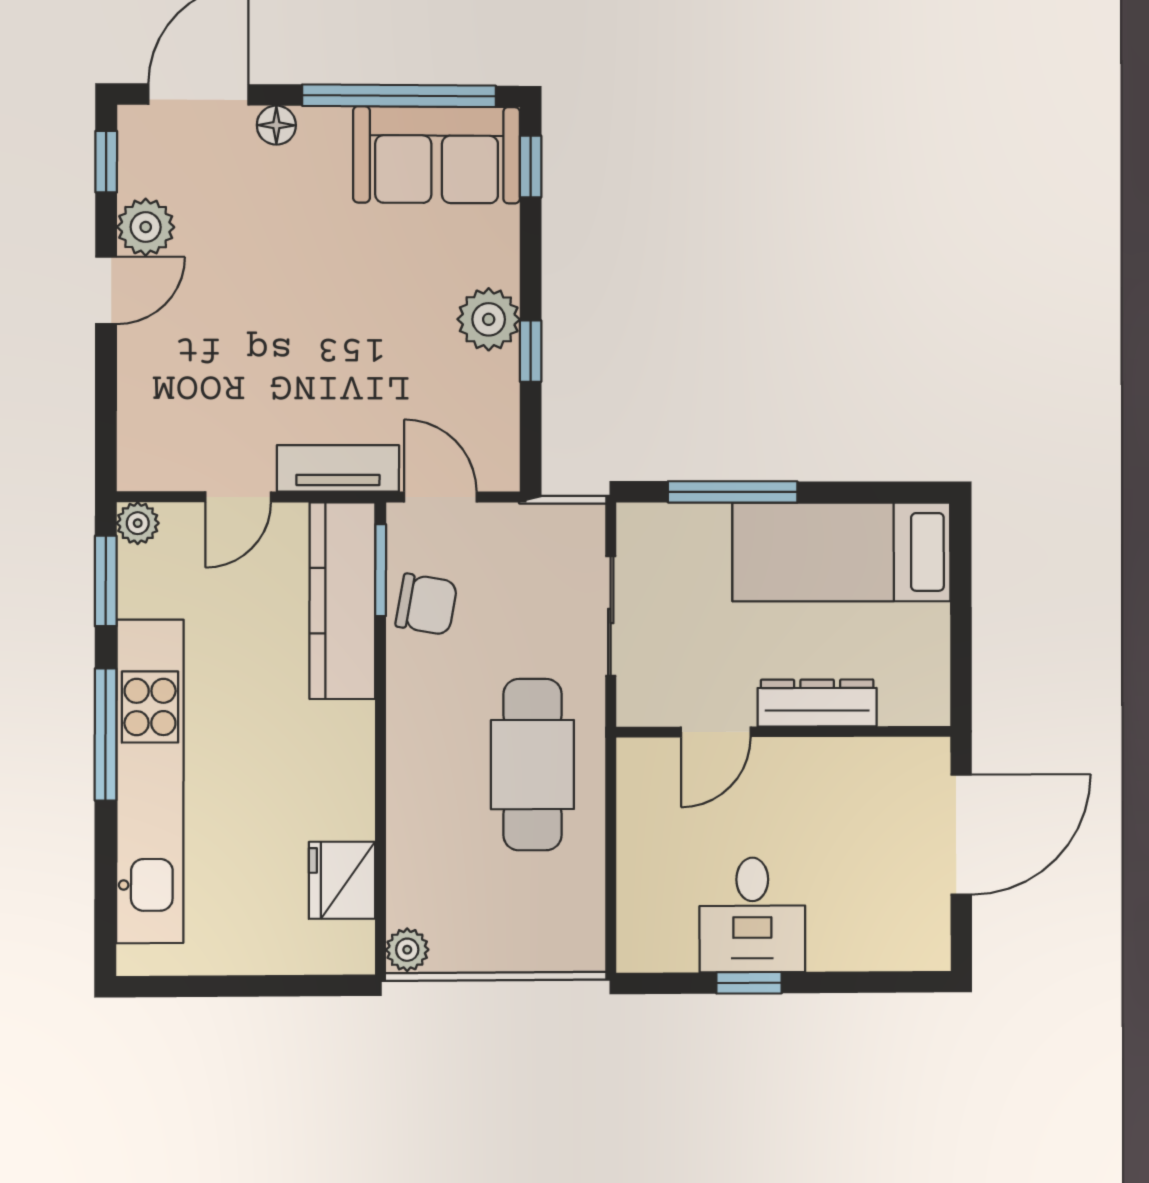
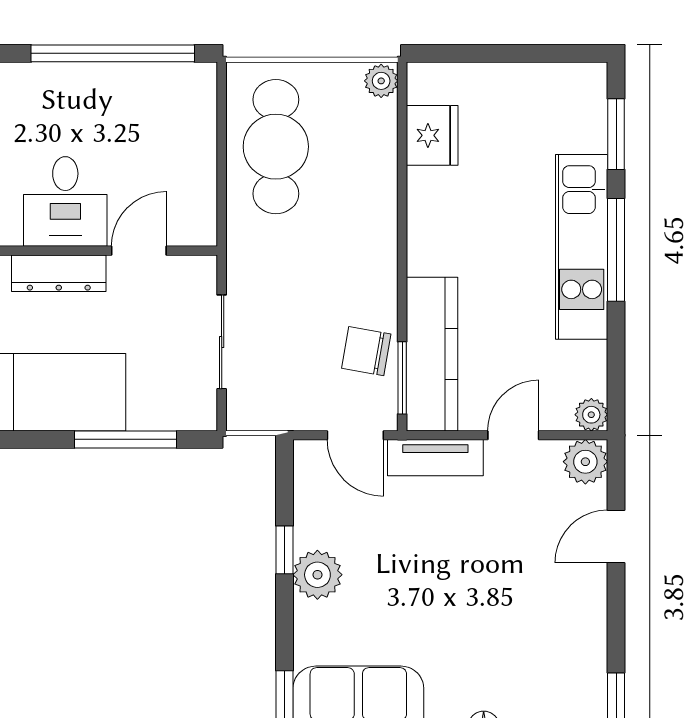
plant: (146, 227) -> (585, 462), moved
door: (106, 290) -> (616, 536), moved
window: (106, 581) -> (616, 134), moved
cafe table: (532, 765) -> (276, 147), moved
kitchen unit: (150, 781) -> (582, 247), width x0.73
desk: (752, 915) -> (65, 201), moved, turned 180
window: (749, 983) -> (113, 53), width x3.17

